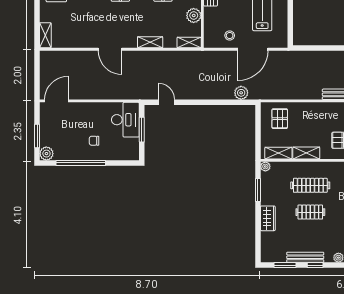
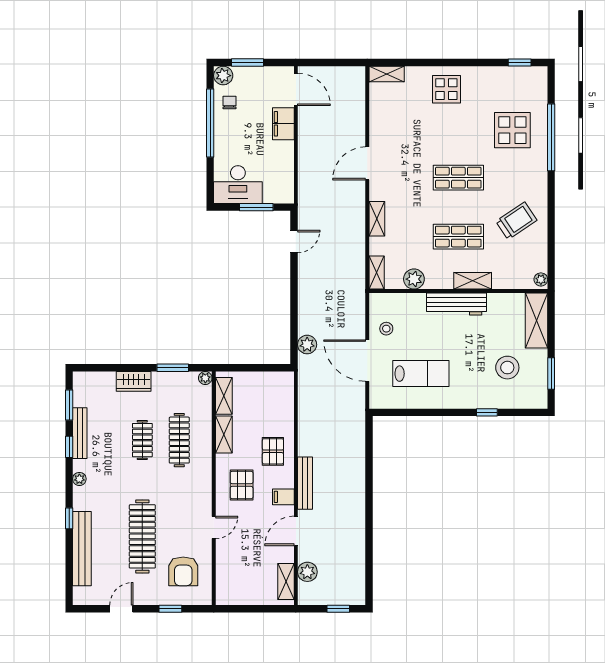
filing cabinet: (81, 110) -> (283, 124), added
pallet: (280, 119) -> (273, 451), moved, turned 90
desk: (125, 120) -> (238, 185), moved
chair: (94, 141) -> (229, 103), moved

